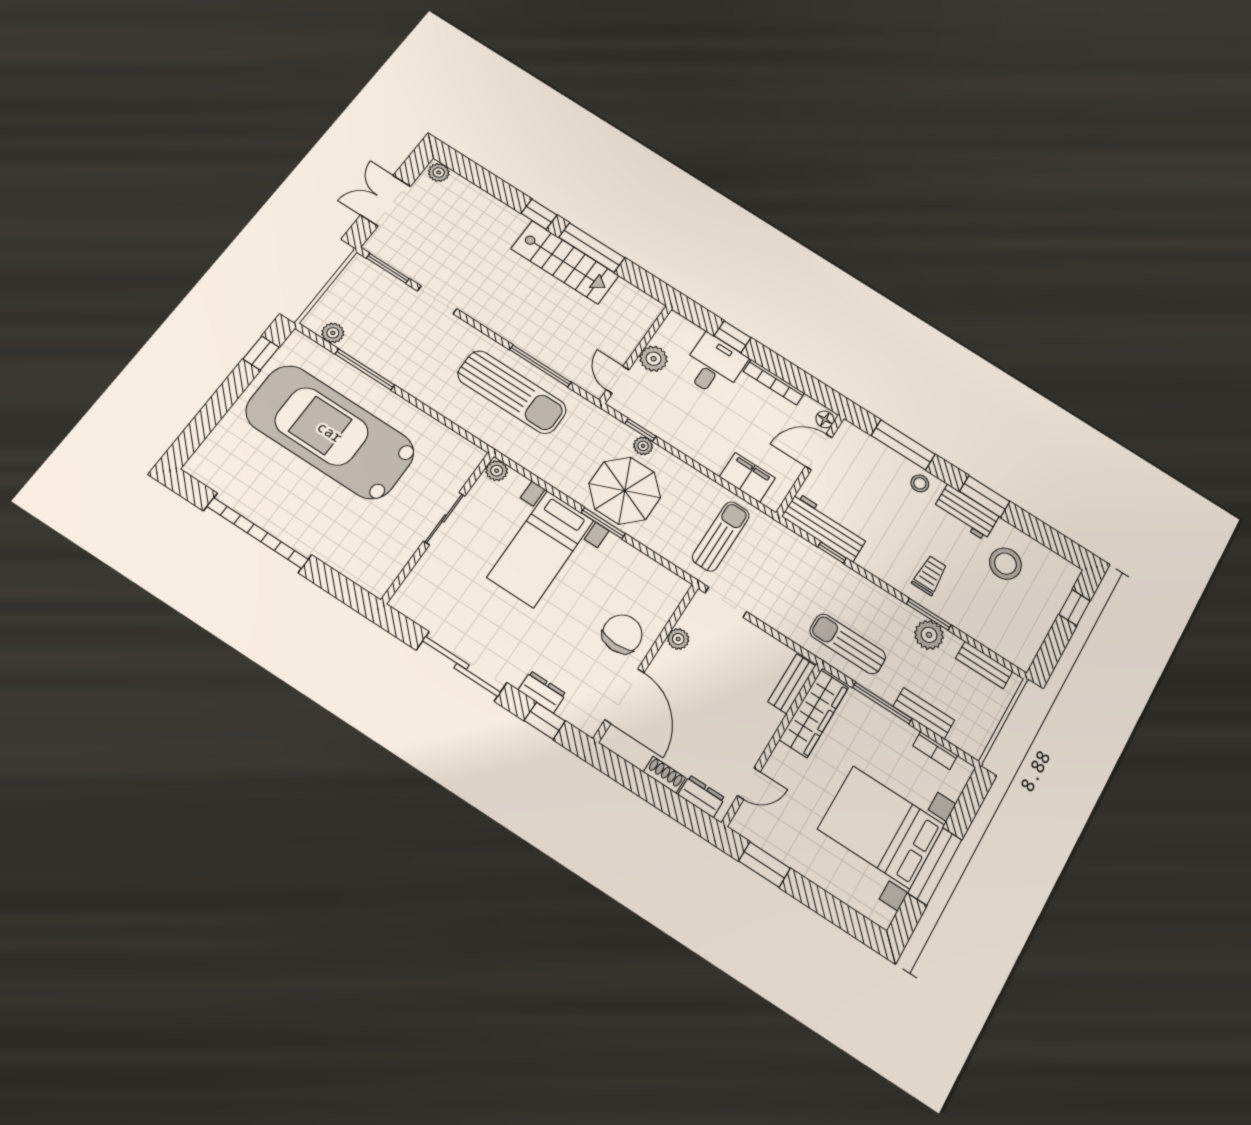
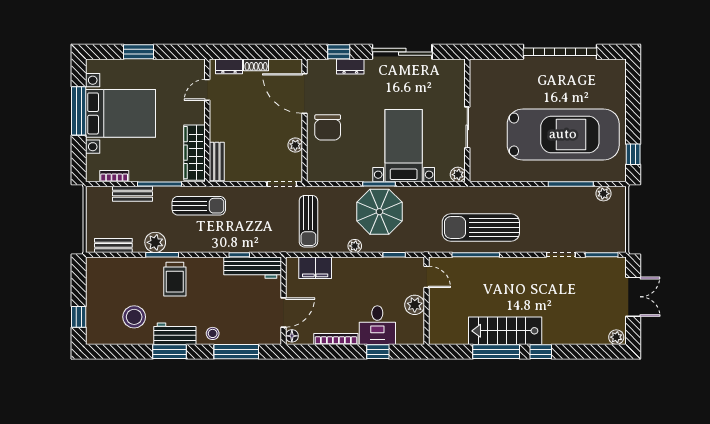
plant: (643, 446) -> (355, 246), moved
trolley: (930, 575) -> (175, 279), width x1.36, depth x1.39
window: (764, 865) -> (138, 52), moved

